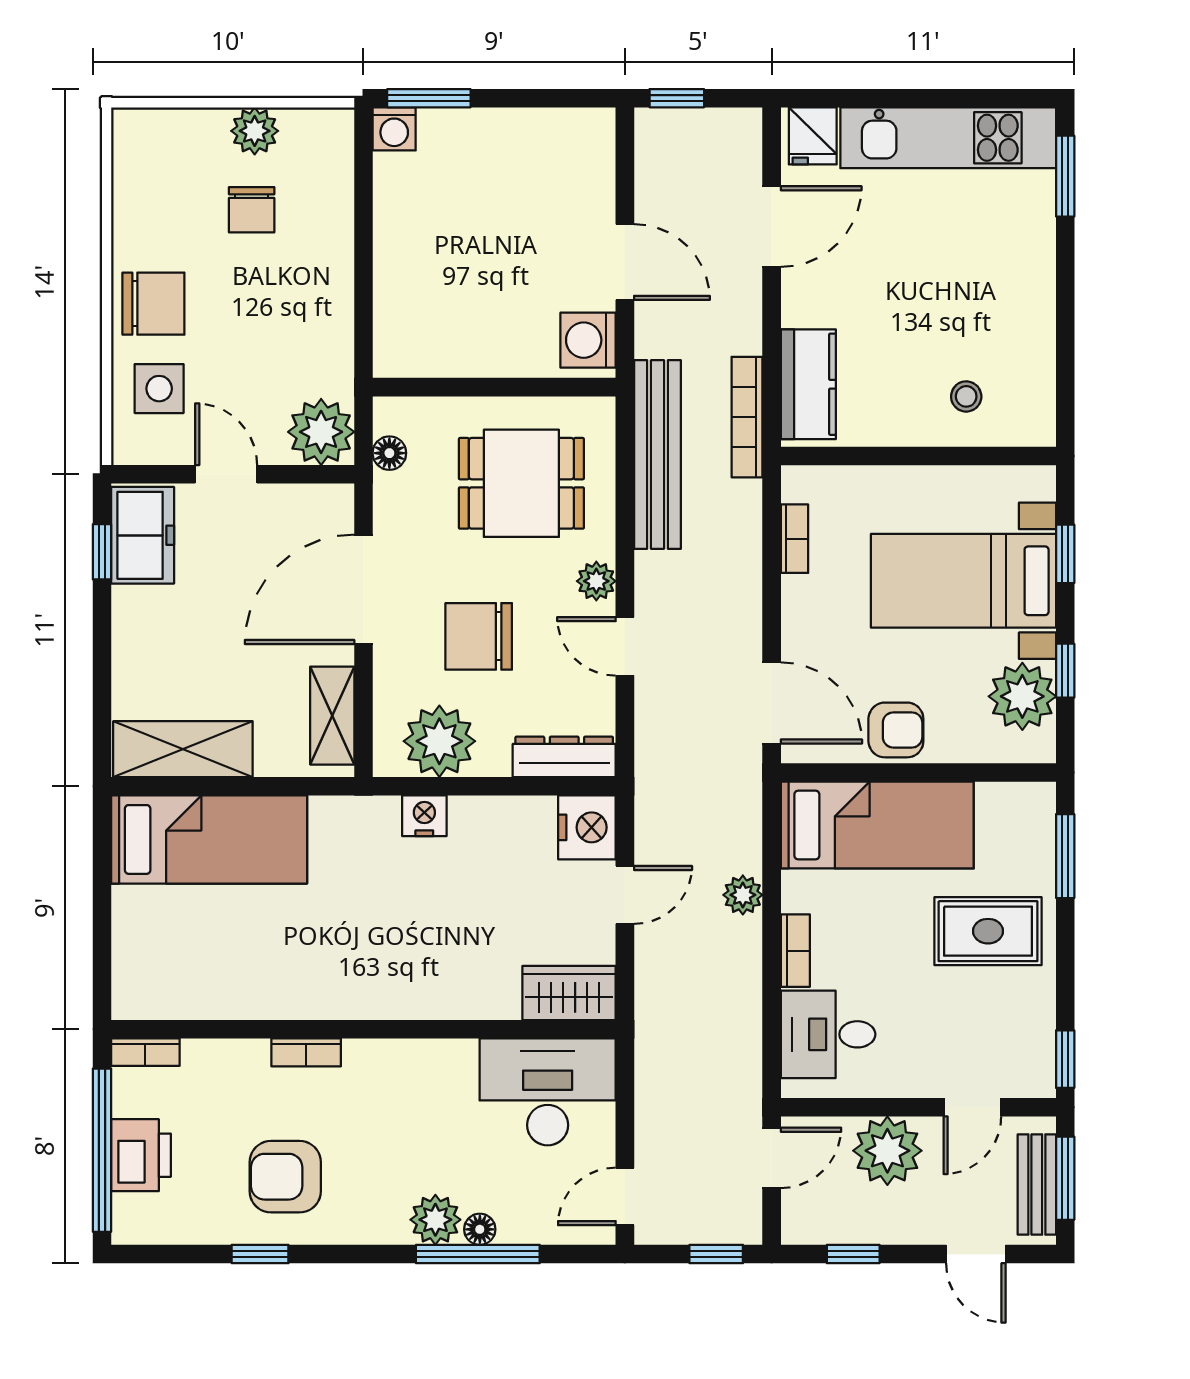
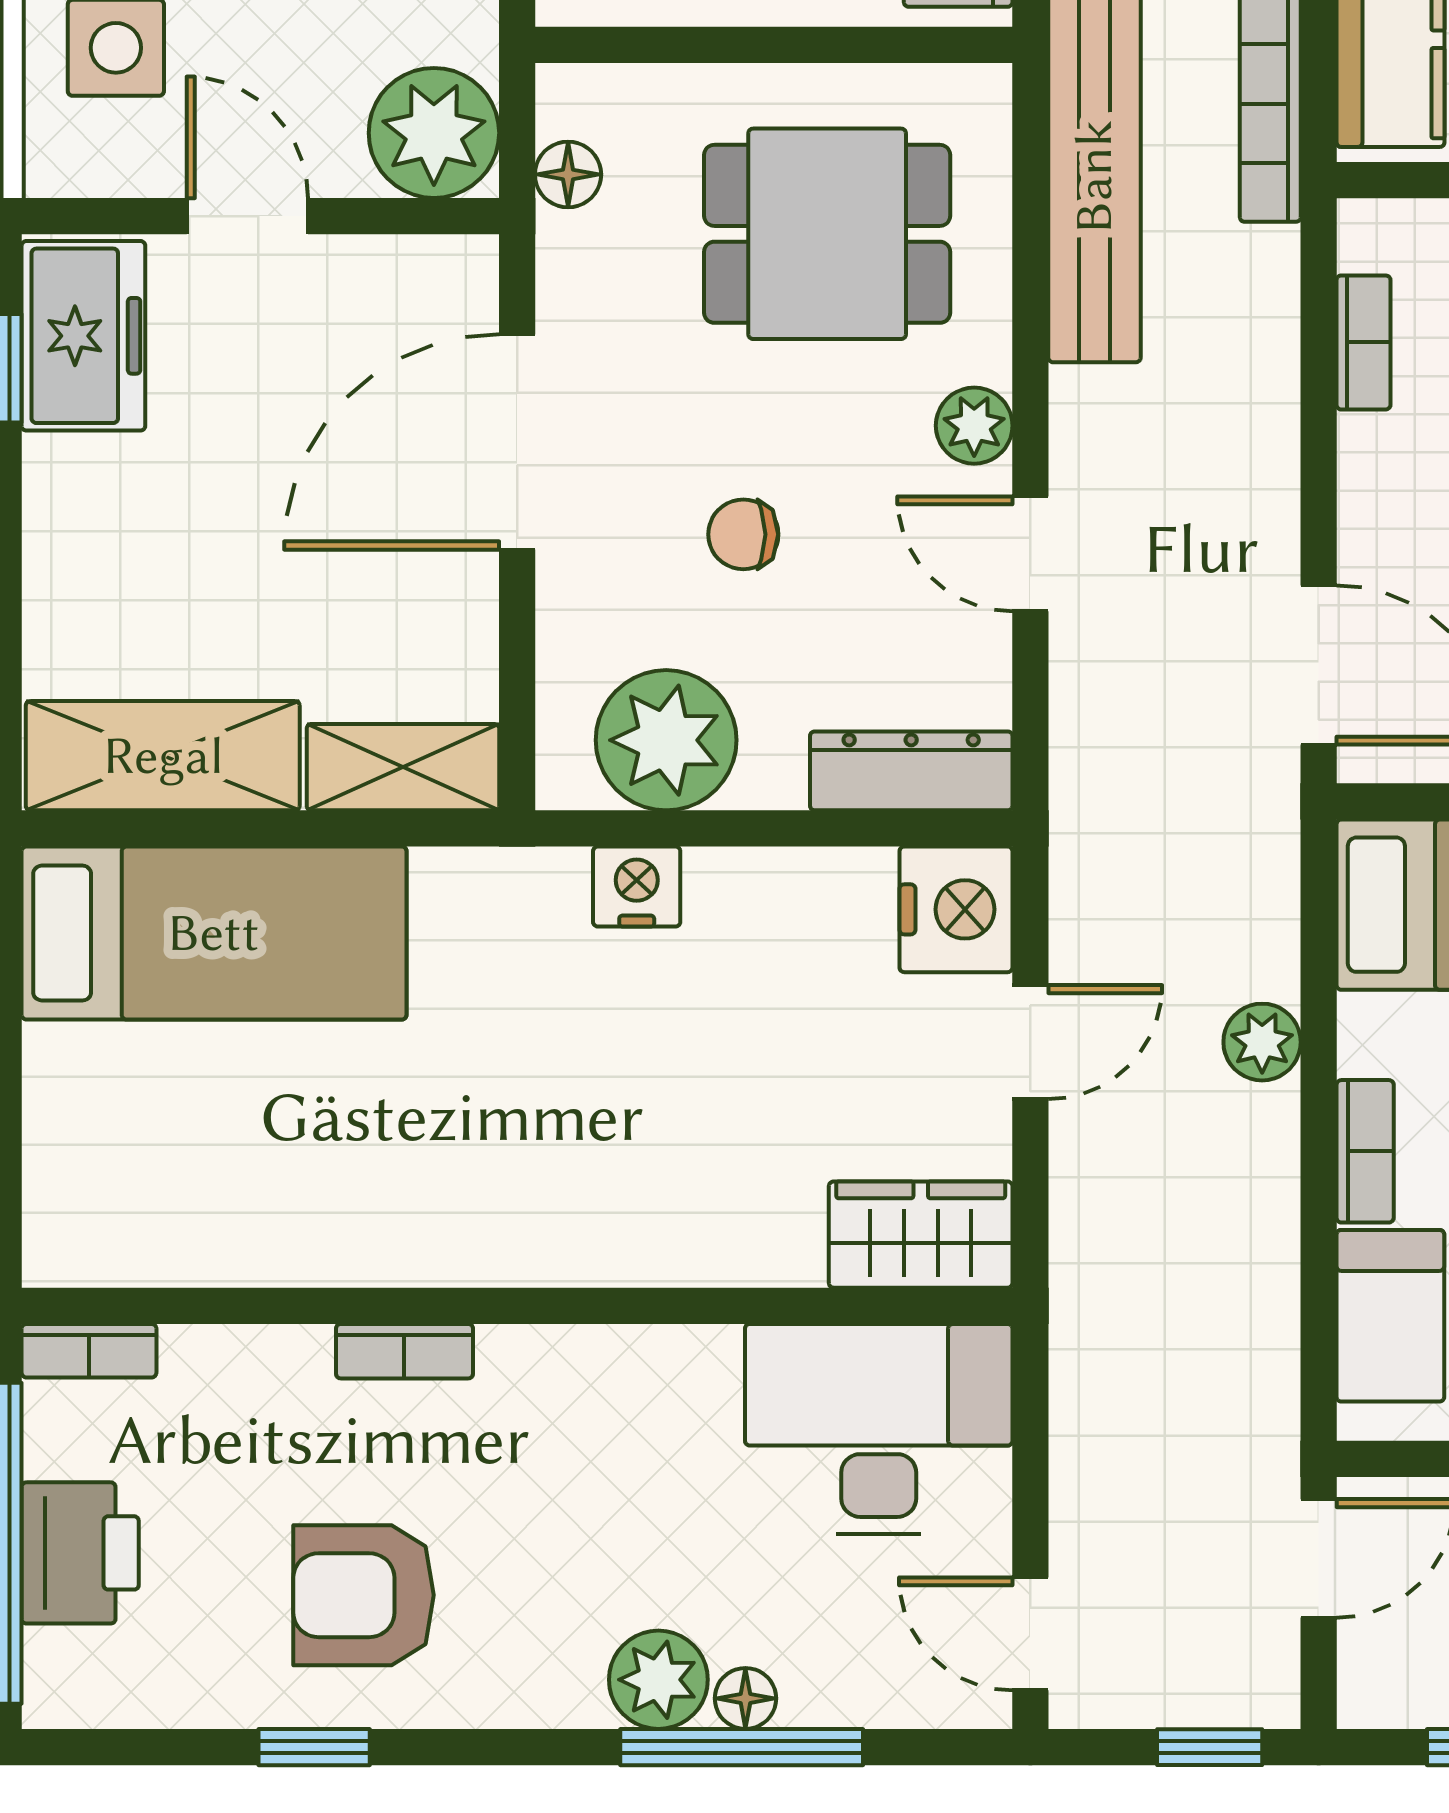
chair: (479, 636) -> (743, 534), width x0.54, depth x0.54
shelving: (332, 716) -> (403, 767), moved, turned 90
door: (625, 1196) -> (1030, 1634), hinge flipped

